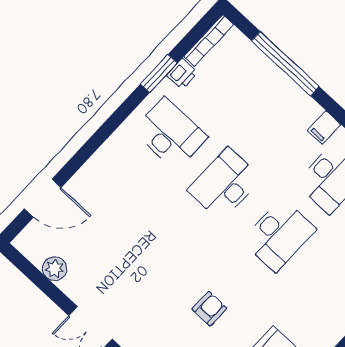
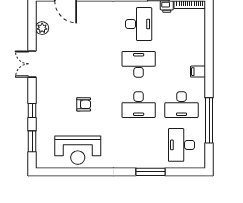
window: (285, 64) -> (209, 44), removed
filing cabinet: (324, 127) -> (198, 72), moved

